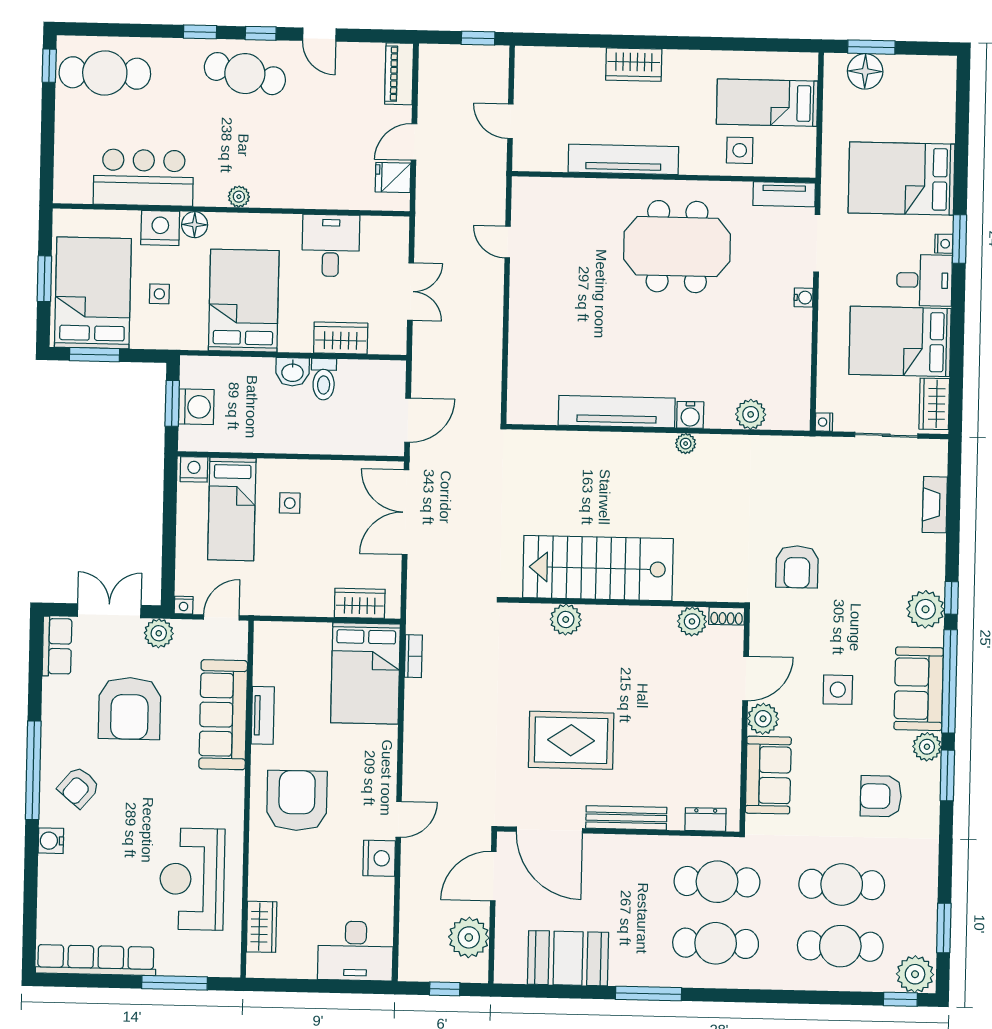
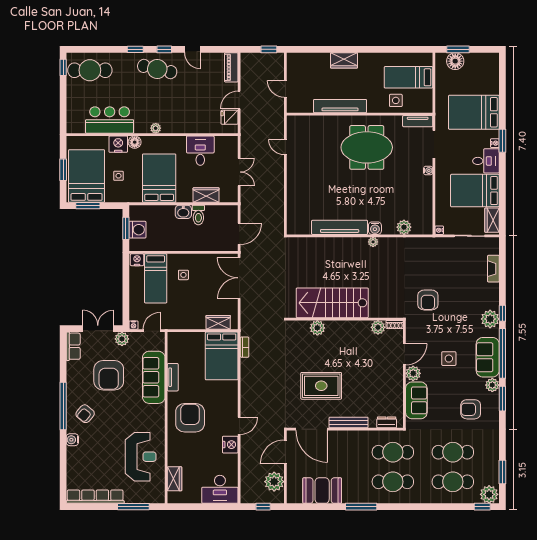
reception desk: (192, 879) -> (141, 457), turned 180

